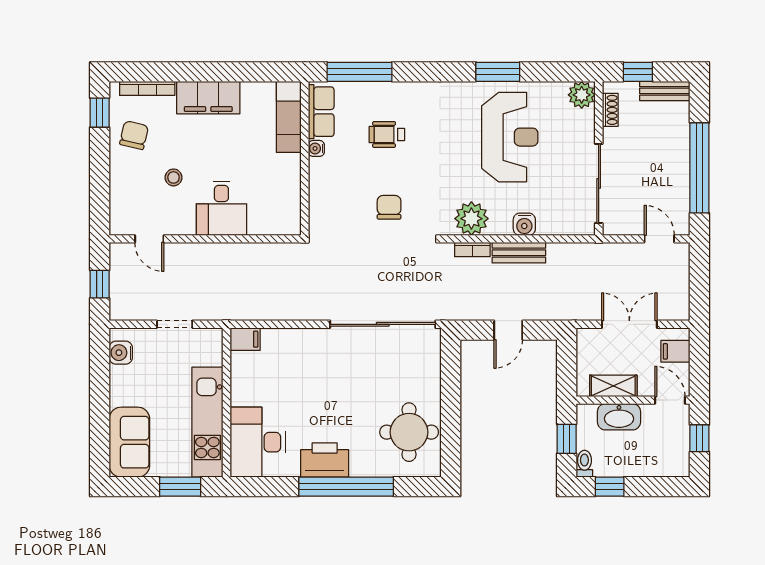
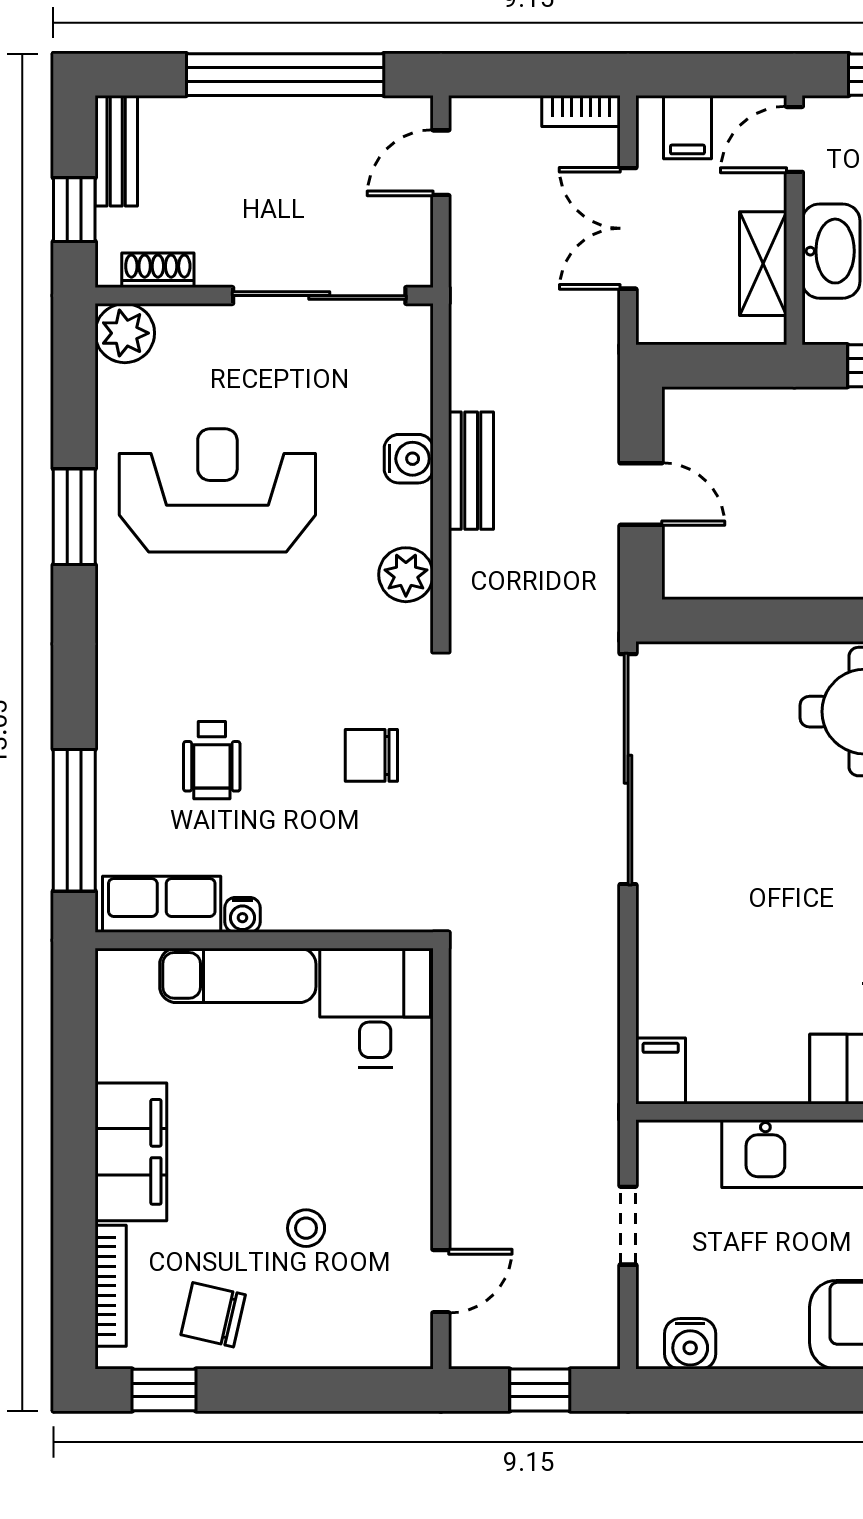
exam couch: (289, 117) -> (238, 975), moved
desk: (221, 208) -> (375, 1008), moved, turned -90
plant: (471, 219) -> (406, 575), width x0.73, depth x0.73
bookcase: (472, 250) -> (581, 111), moved, turned 90

